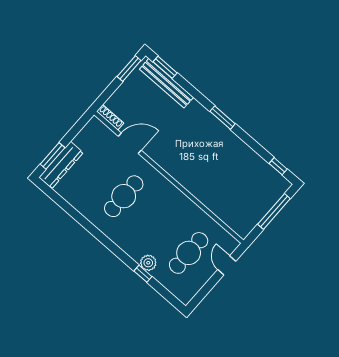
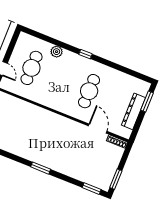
bench: (166, 83) -> (87, 178), removed
door: (130, 143) -> (98, 129), swing flipped
dresser: (61, 165) -> (133, 111), moved
window: (143, 274) -> (85, 54), moved

